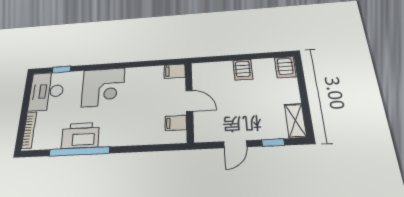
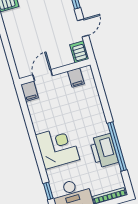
server rack: (243, 70) -> (79, 52), moved, turned -90
door: (189, 101) -> (43, 75), moved
door: (235, 144) -> (83, 28), hinge flipped

